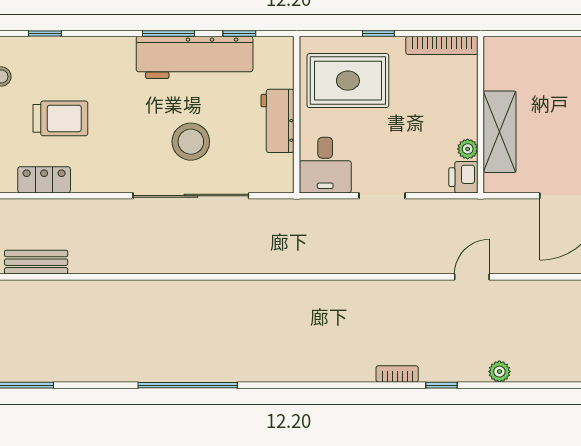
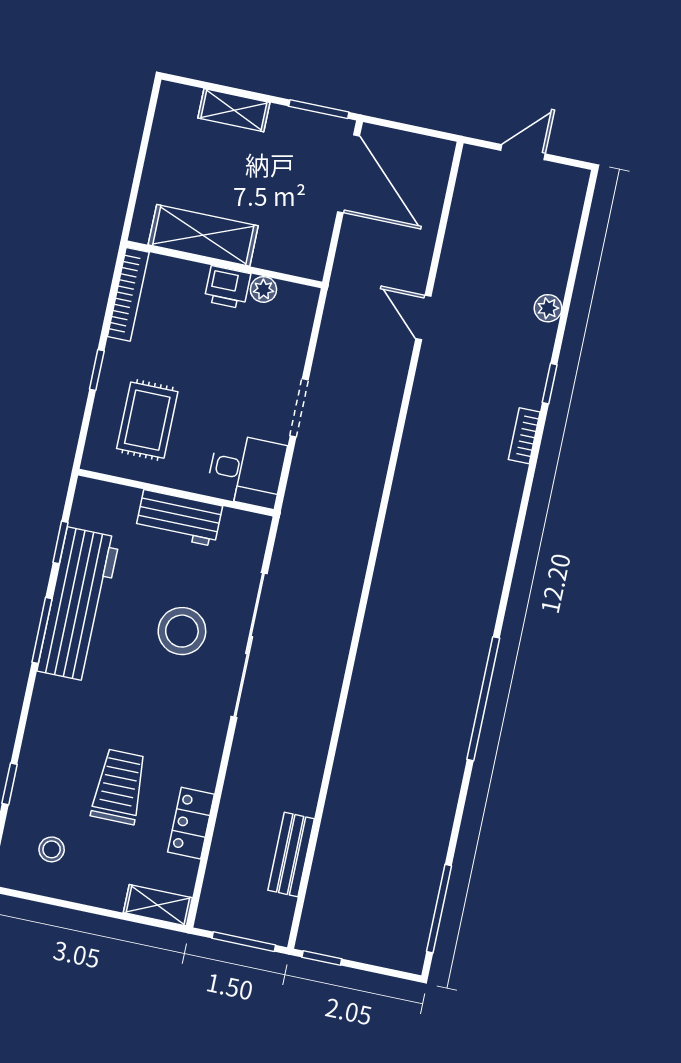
rug: (348, 81) -> (147, 420), width x0.73, depth x0.70
shelving: (500, 132) -> (203, 235), moved
printer: (463, 177) -> (227, 287), moved

